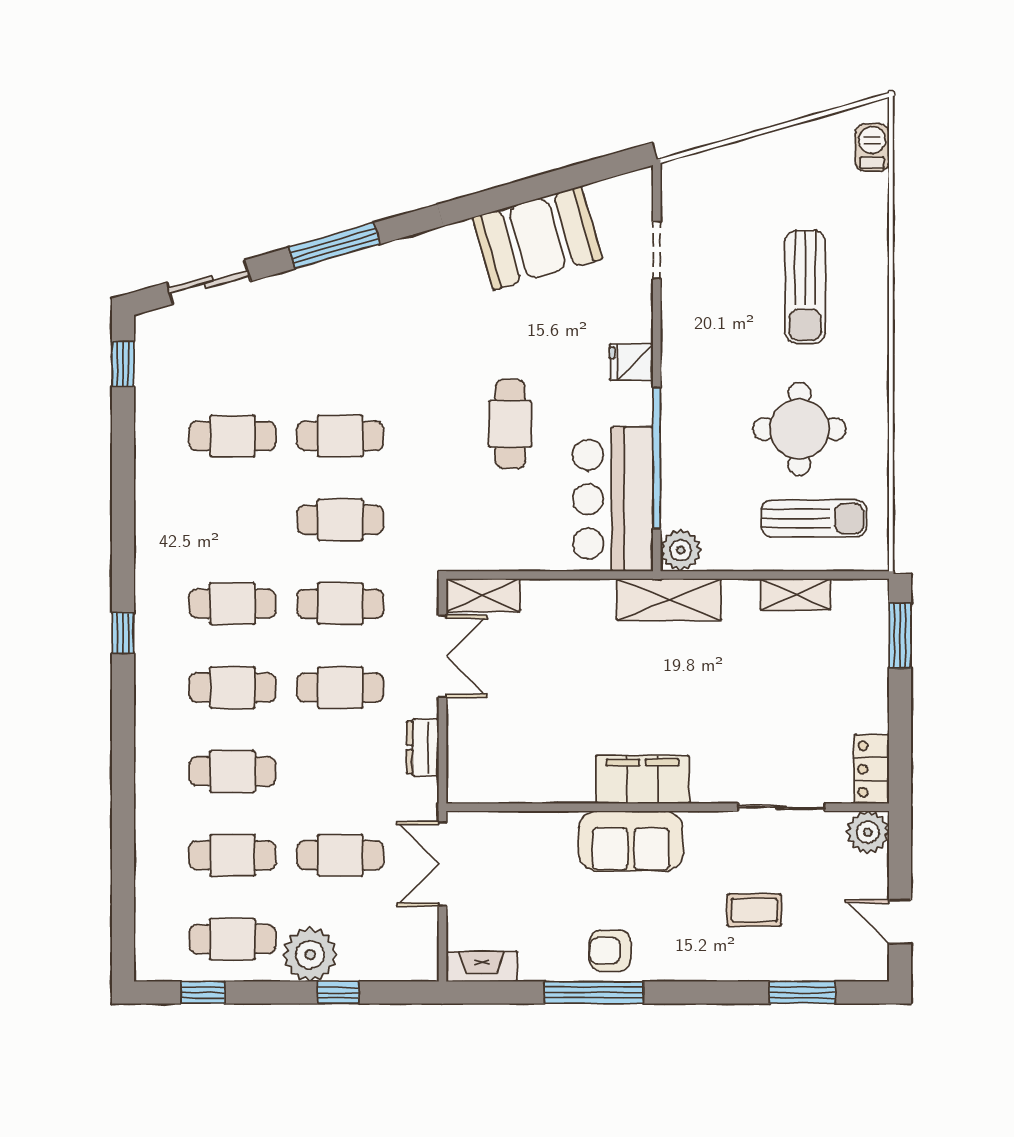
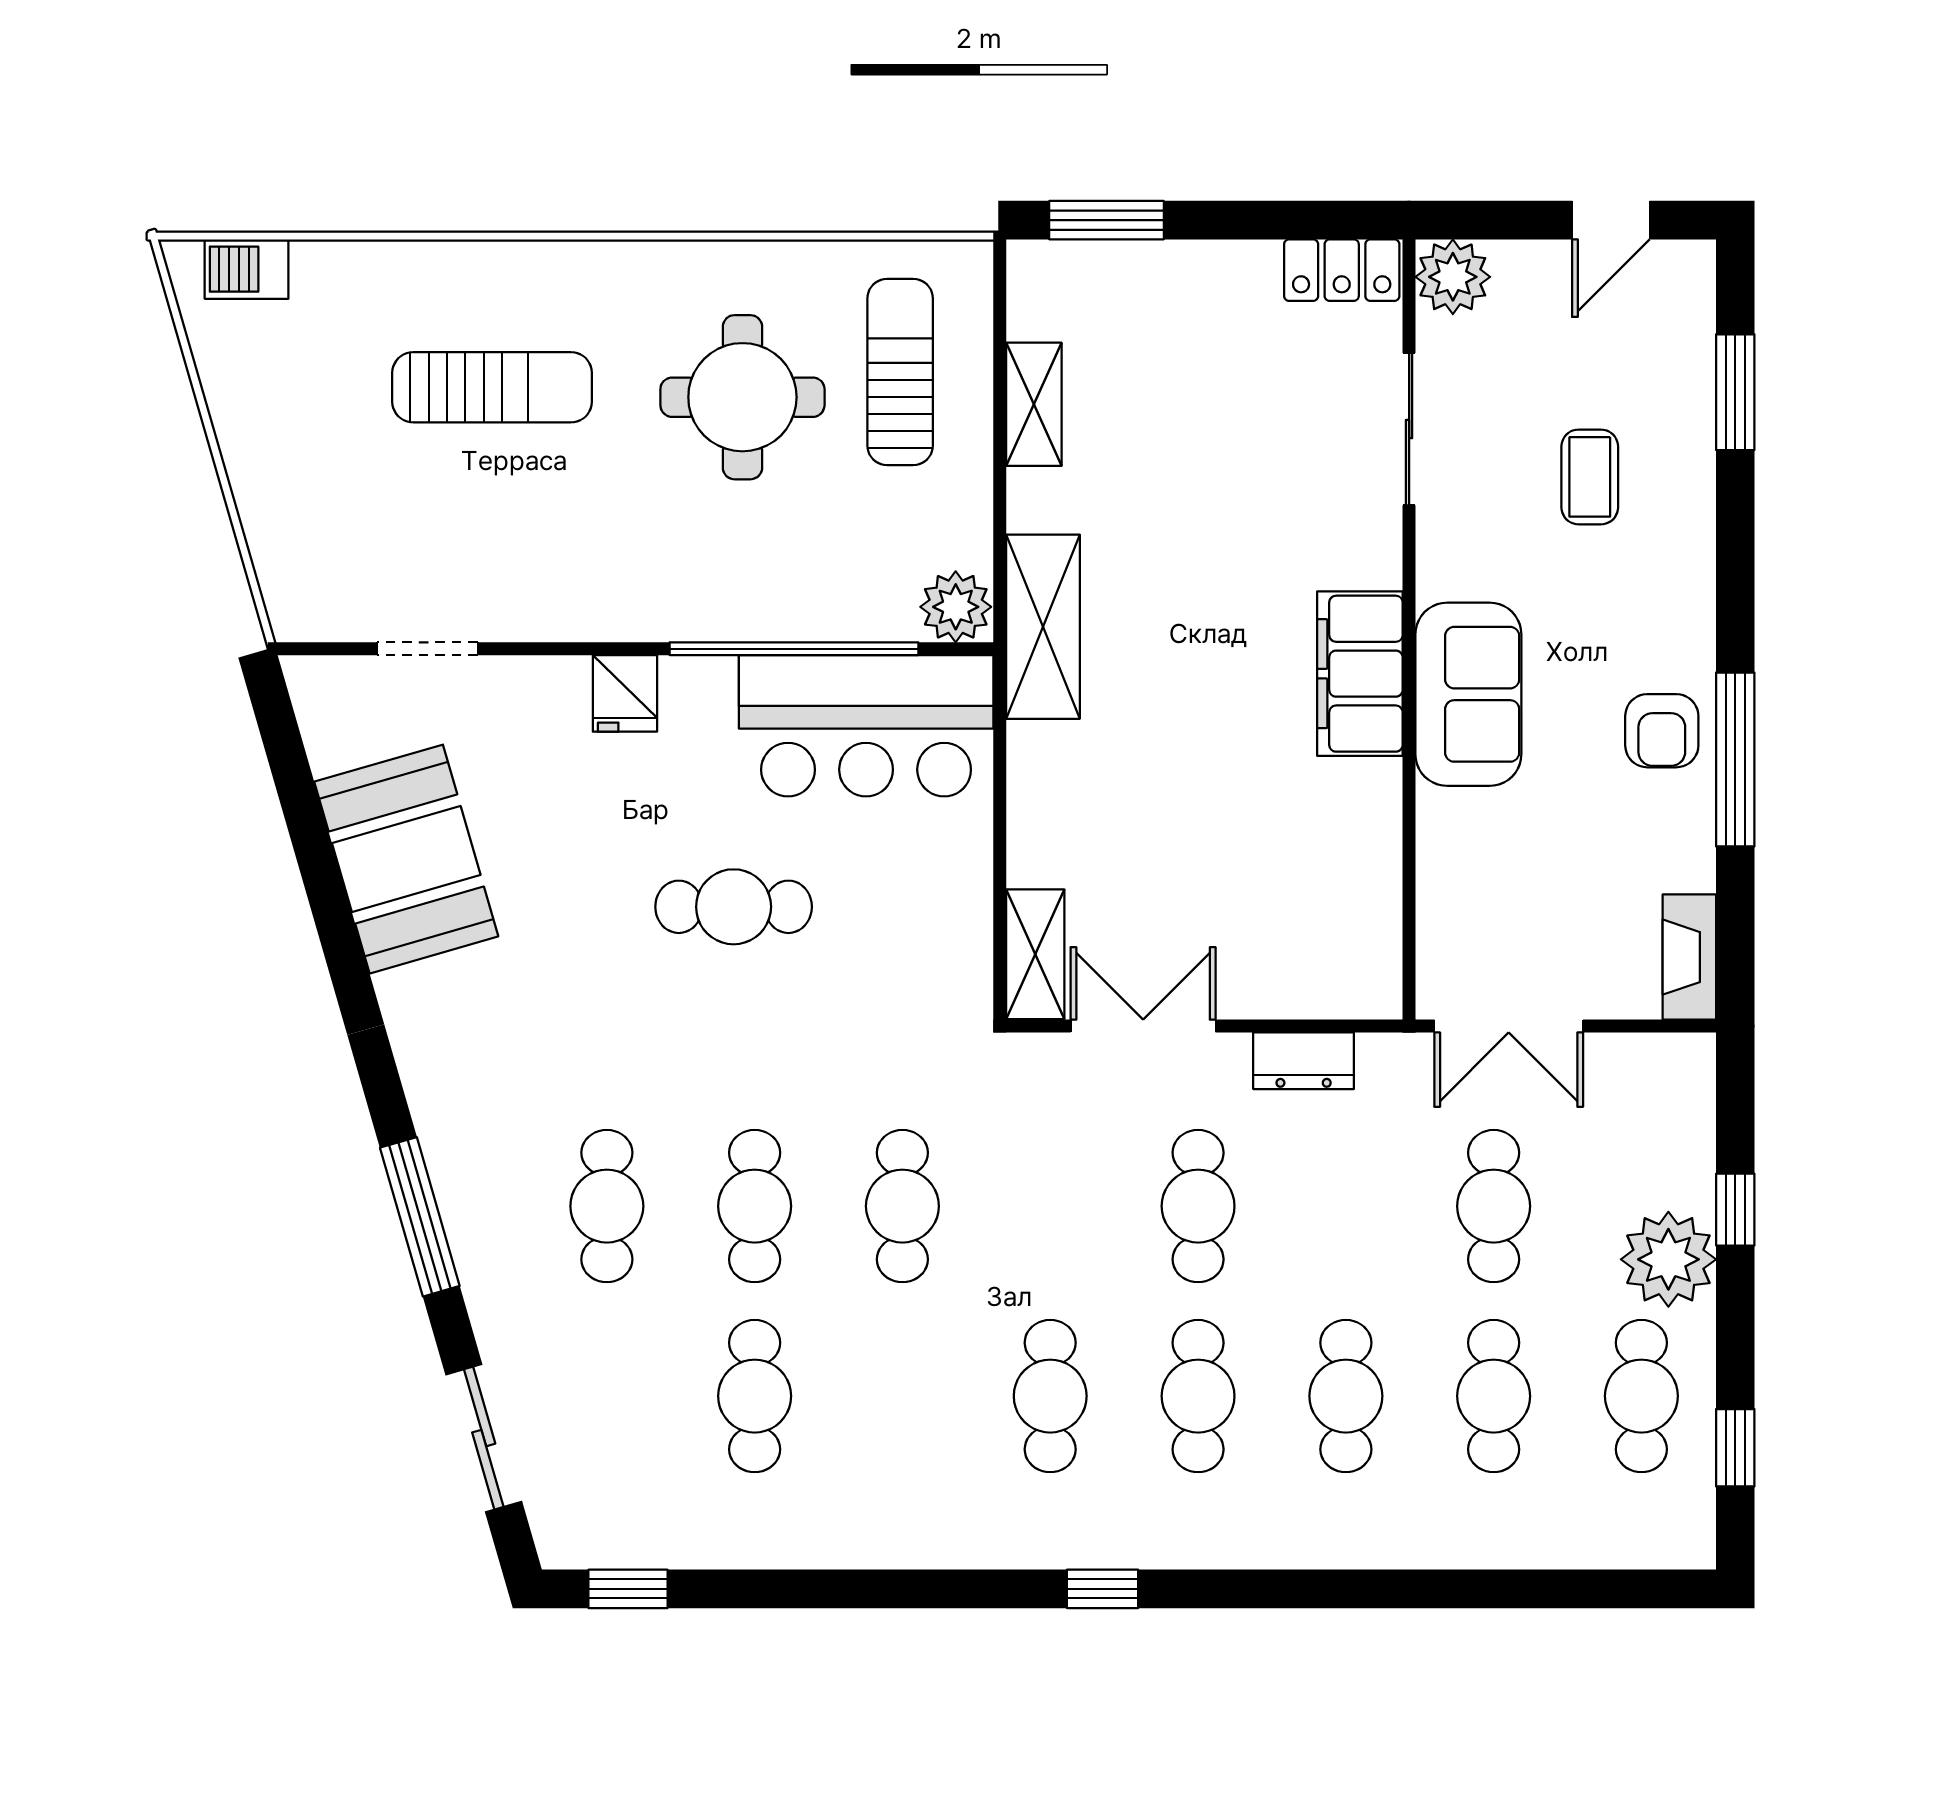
cafe table: (340, 604) -> (607, 1206), moved

